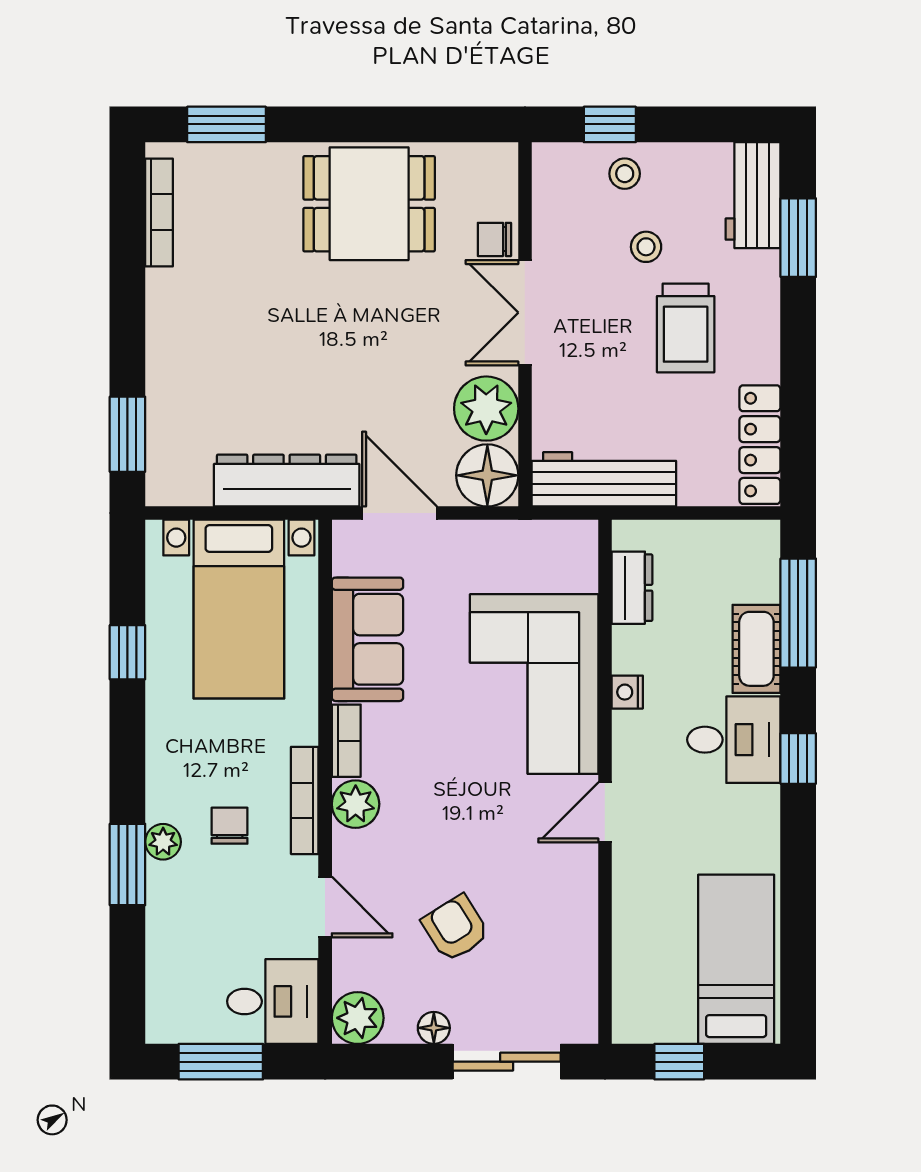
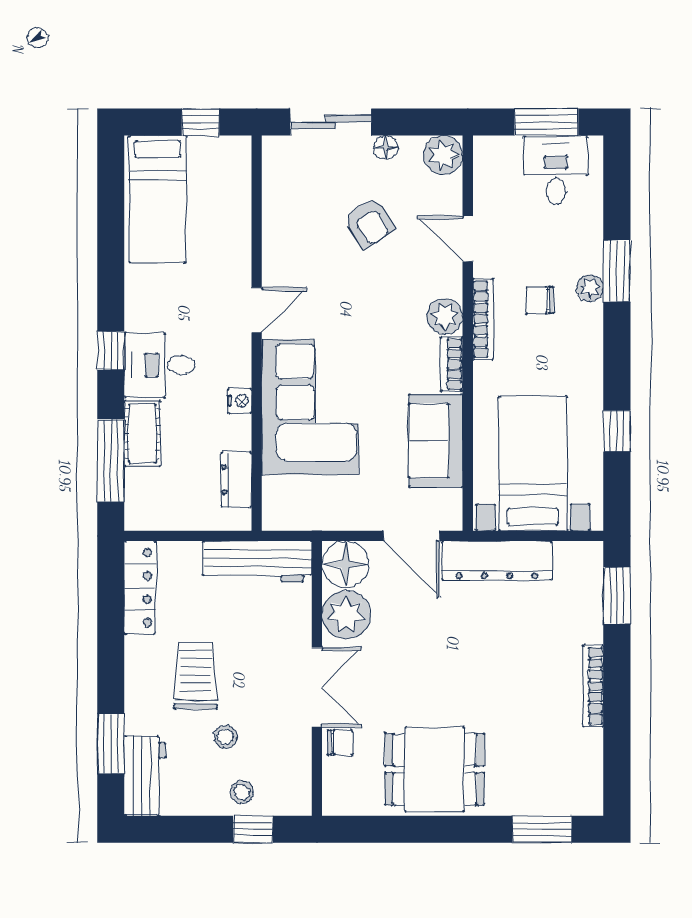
bookcase: (159, 212) -> (593, 686), moved
chair: (229, 826) -> (540, 300), turned 90
desk: (273, 1001) -> (556, 170), moved, turned 90

